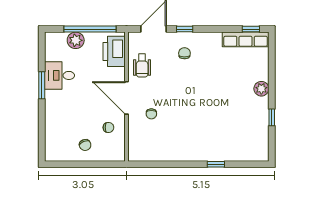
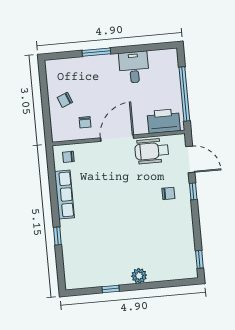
row of seats: (246, 39) -> (64, 195), moved, turned 180
plant: (76, 40) -> (171, 80), removed
wheelchair: (142, 66) -> (152, 151), width x1.36, depth x1.37
window: (42, 85) -> (96, 52), moved
chair: (151, 114) -> (68, 157), moved

